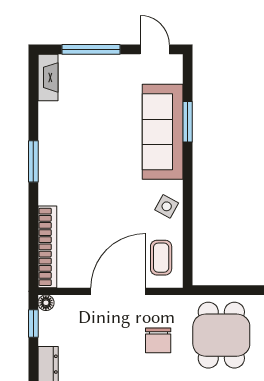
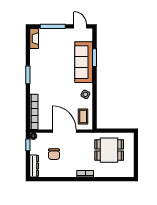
door: (118, 291) -> (64, 131), hinge flipped
dining table: (221, 335) -> (109, 150), turned 90
chair: (158, 340) -> (54, 154), moved

